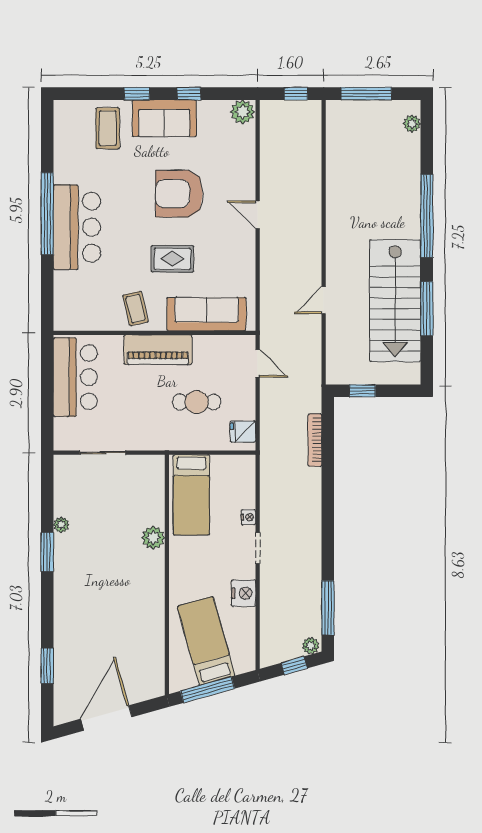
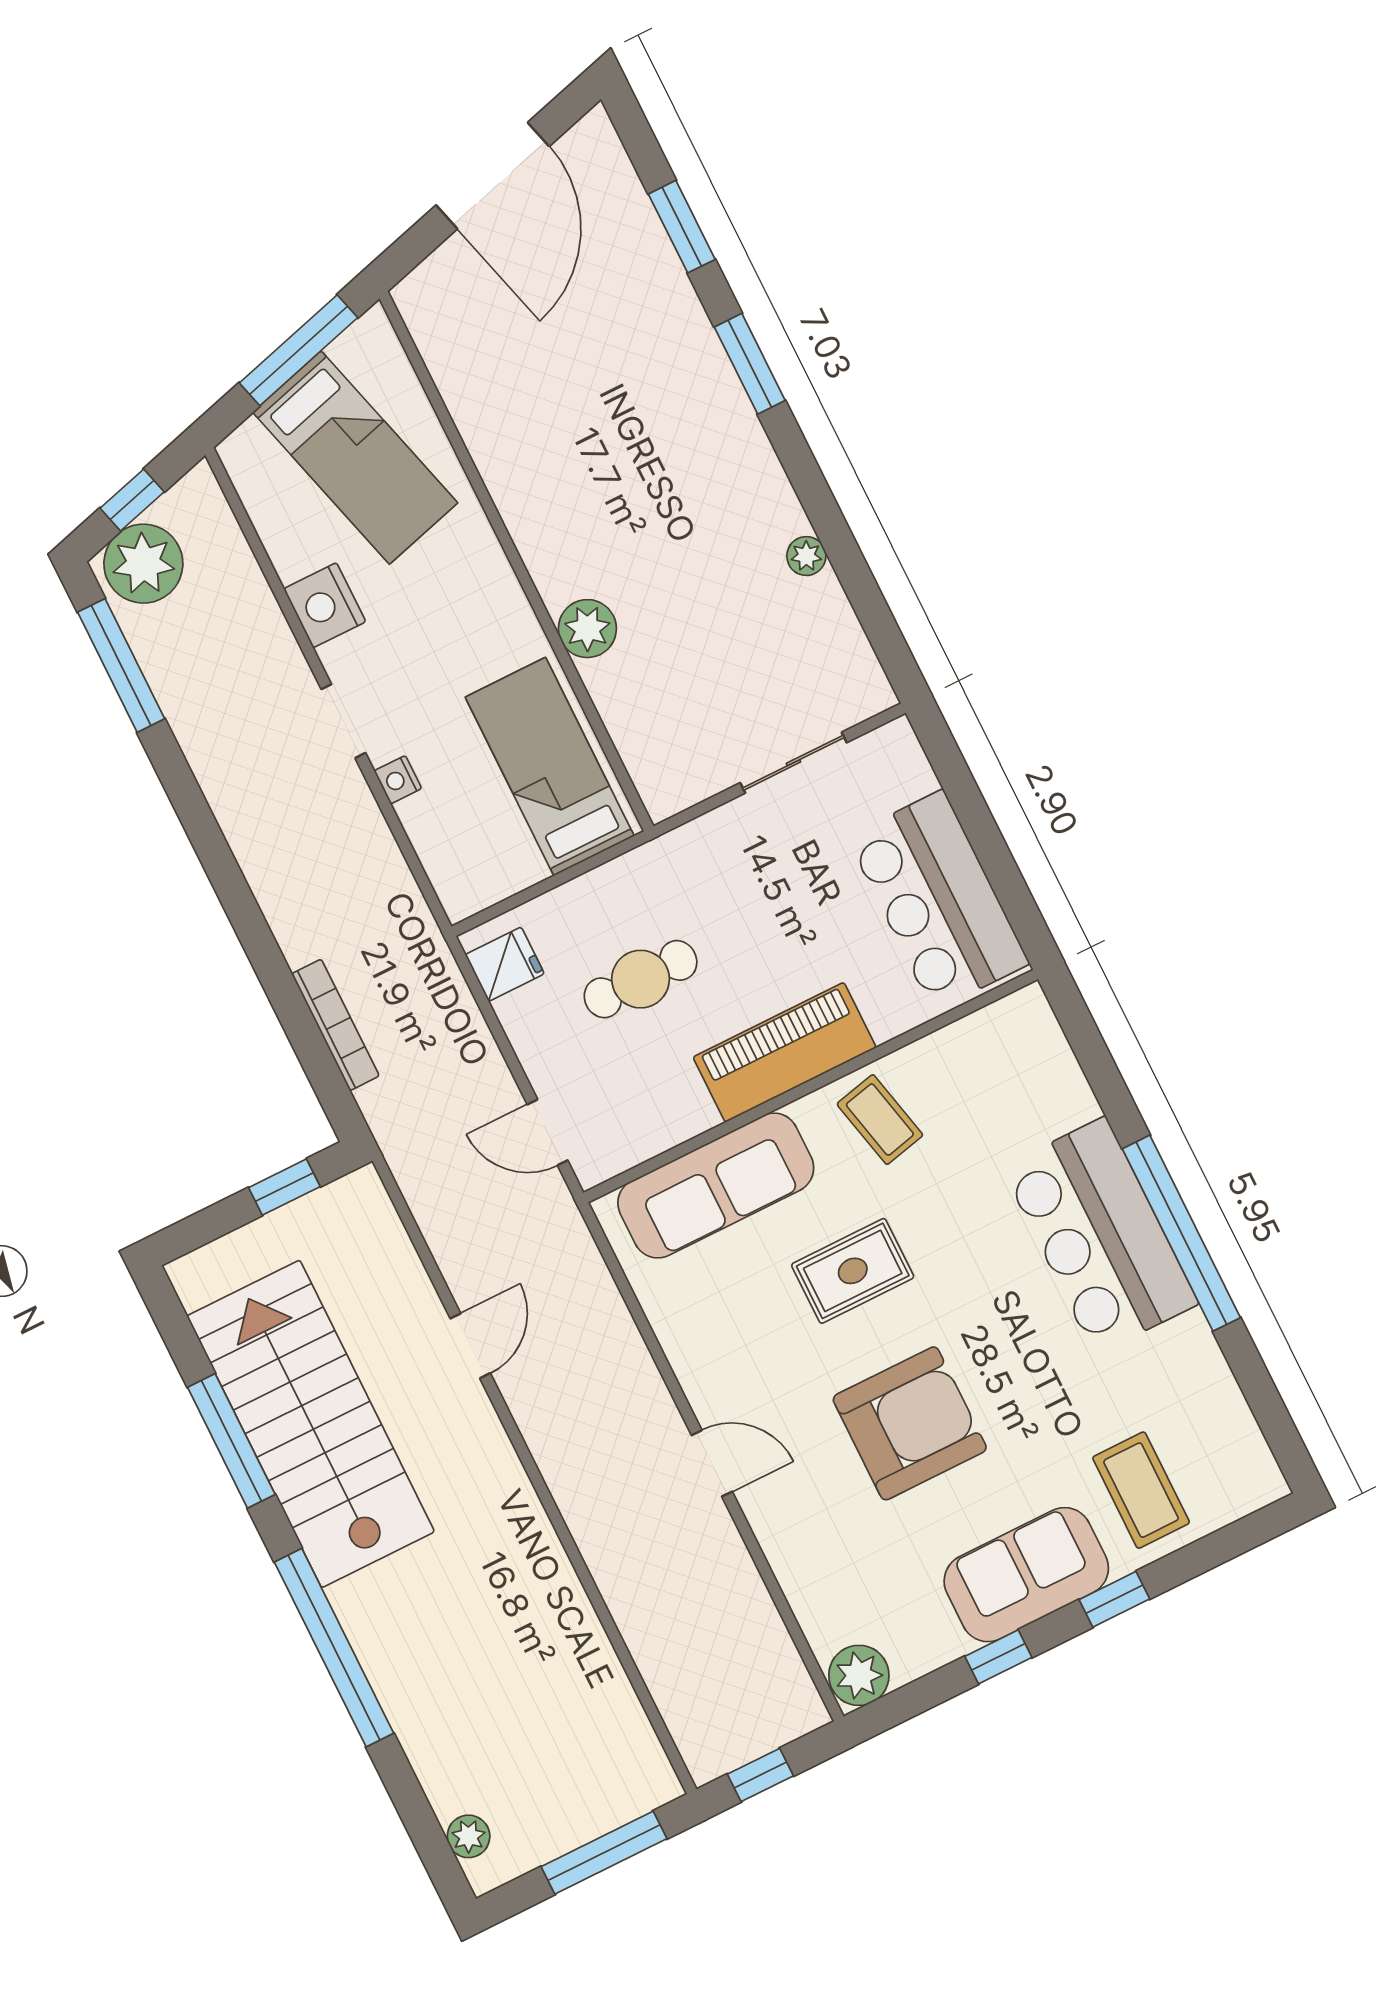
window: (47, 552) -> (750, 364), moved
plant: (311, 646) -> (143, 564), width x1.88, depth x1.88

